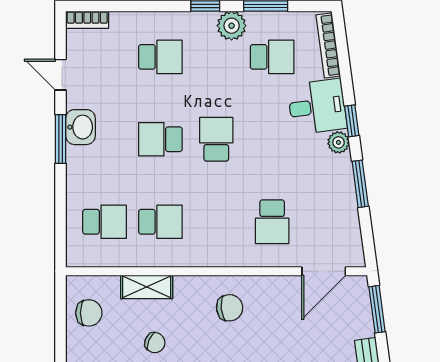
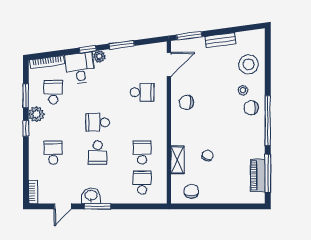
door: (324, 271) -> (169, 64), hinge flipped
chair: (230, 308) -> (186, 102), moved, turned -84

